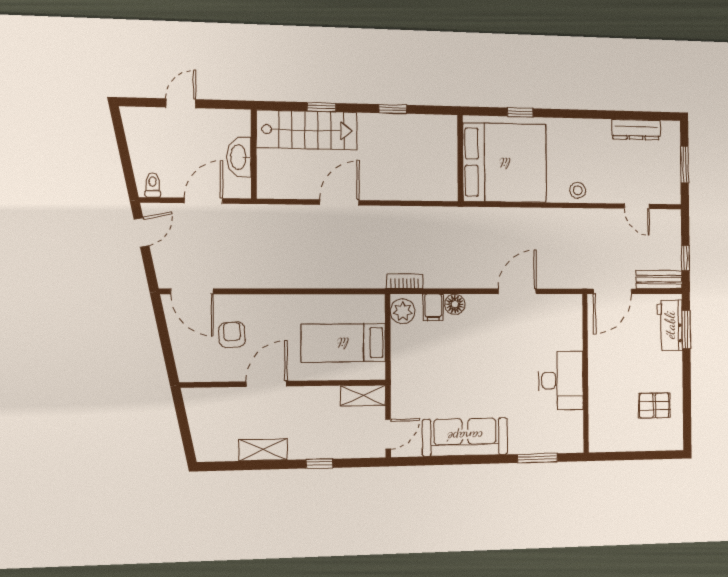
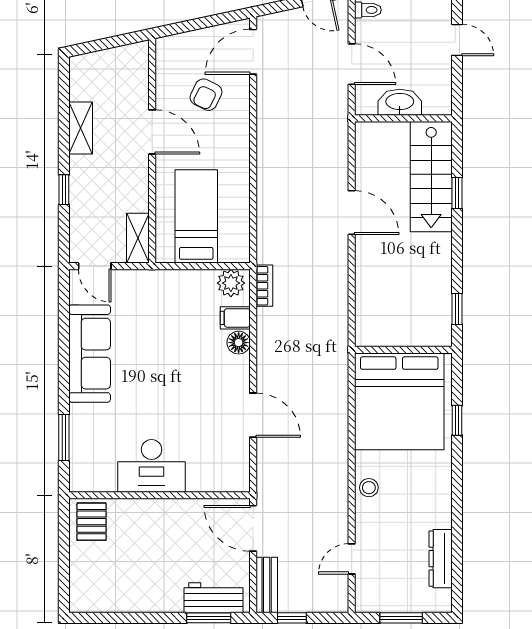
window: (393, 109) -> (457, 309), moved
armchair: (232, 335) -> (206, 95), turned 119
pallet: (654, 406) -> (92, 522), moved

